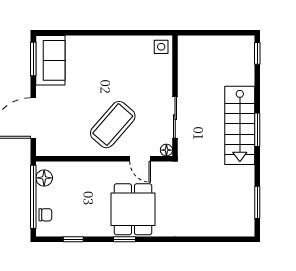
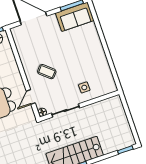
side table: (161, 47) -> (84, 87), moved
coffee table: (113, 125) -> (47, 72), width x0.54, depth x0.58

